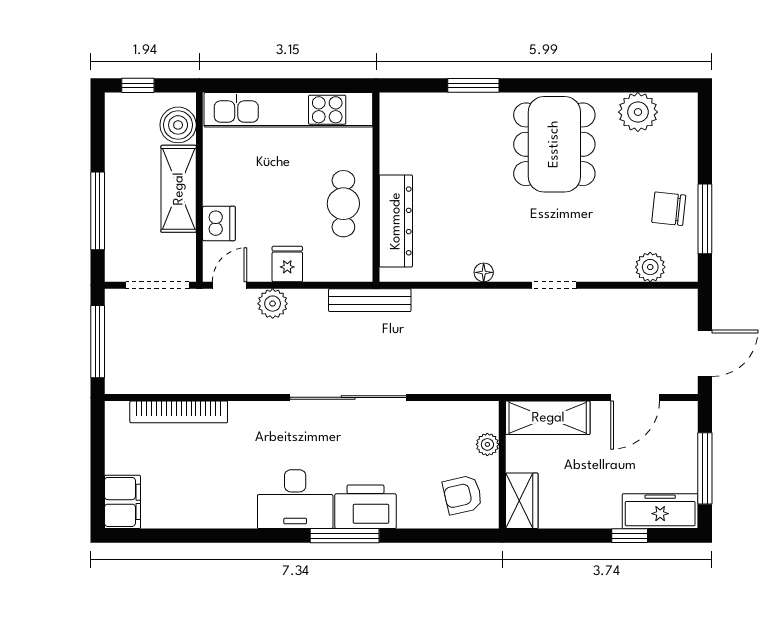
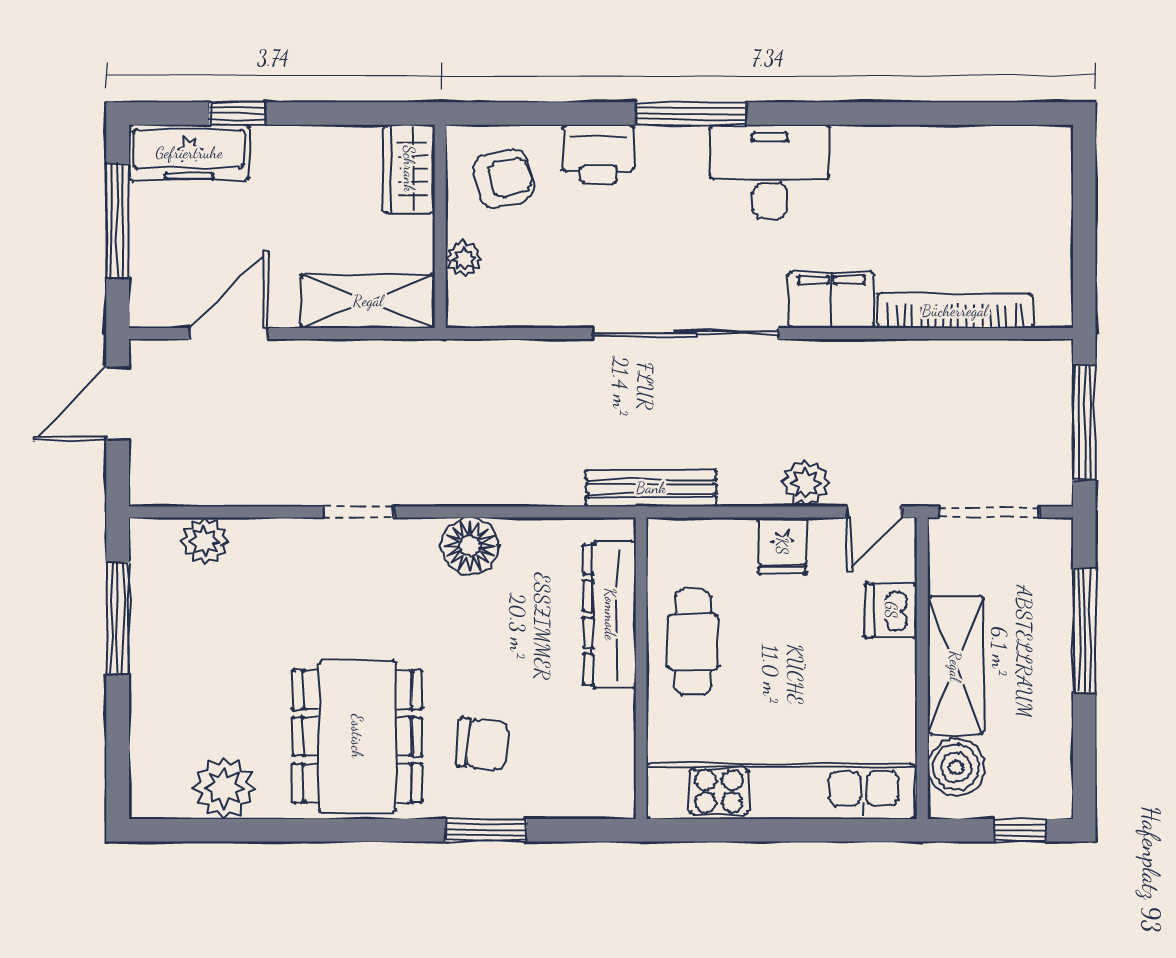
chair: (669, 209) -> (483, 744), moved
floor lamp: (484, 272) -> (470, 546), width x1.89, depth x1.89
filing cabinet: (122, 502) -> (831, 300), moved, turned 90
printer: (366, 507) -> (598, 154), moved, width x0.73, depth x0.84

